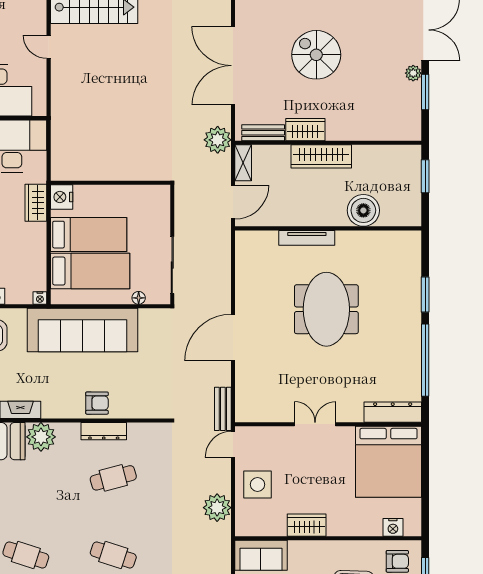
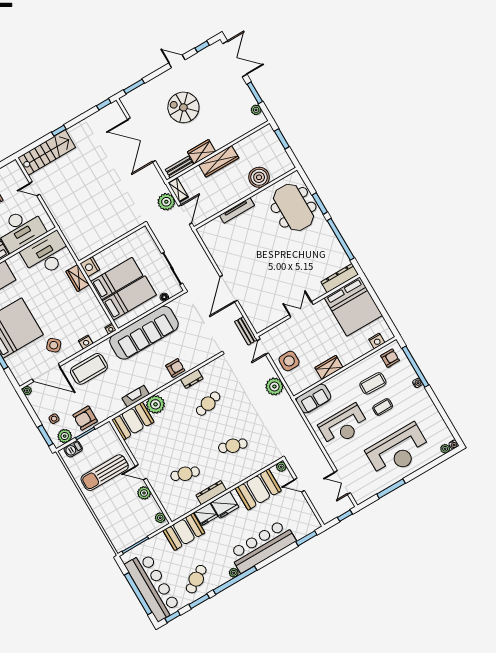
plant: (413, 73) -> (256, 110), moved
plant: (218, 140) -> (166, 202), moved
meeting table: (326, 309) -> (294, 207), moved
dresser: (104, 431) -> (192, 379), width x0.70

